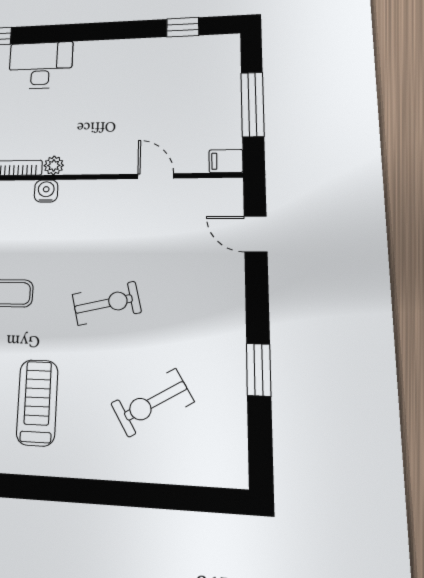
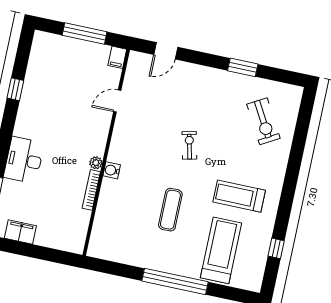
window: (183, 27) -> (15, 89), moved
exercise bike: (107, 303) -> (189, 145), width x0.73, depth x0.72
exercise bike: (152, 403) -> (263, 121), moved

